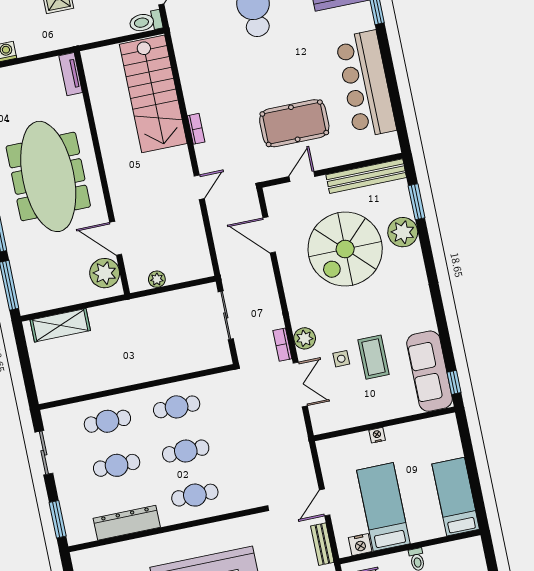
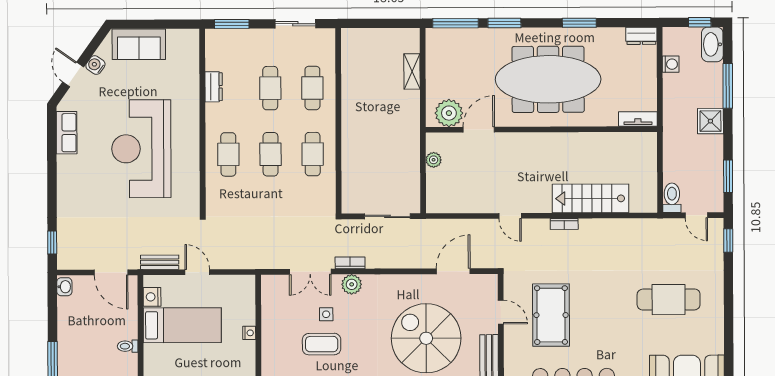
stairs: (153, 94) -> (590, 198), width x0.73, depth x0.66
shelving: (60, 325) -> (412, 71), width x0.67, depth x0.75
dresser: (127, 523) -> (214, 87), width x0.51, depth x0.80

